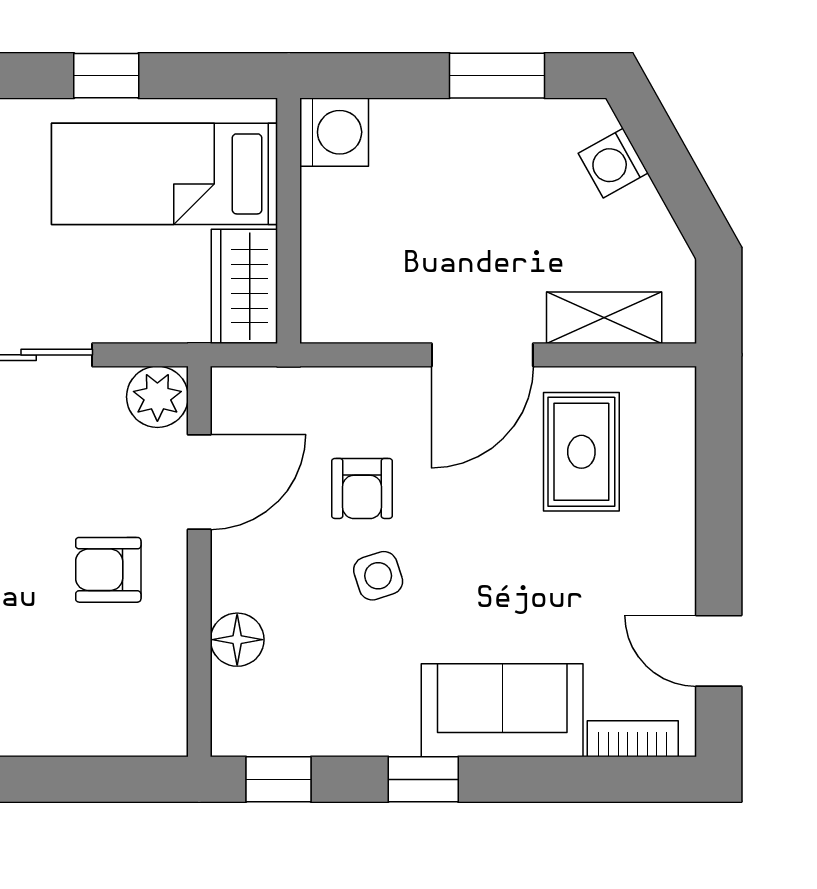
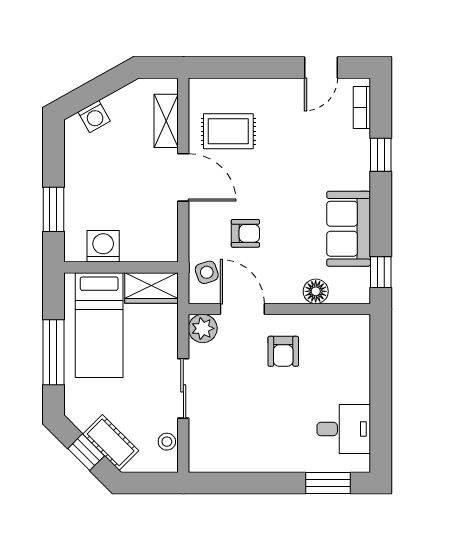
window: (106, 76) -> (53, 352), width x2.17
window: (497, 76) -> (53, 209), moved
washing machine: (334, 132) -> (103, 246), moved
side table: (378, 576) -> (207, 272), moved
sofa: (502, 710) -> (349, 229), moved
window: (423, 779) -> (381, 155), moved

